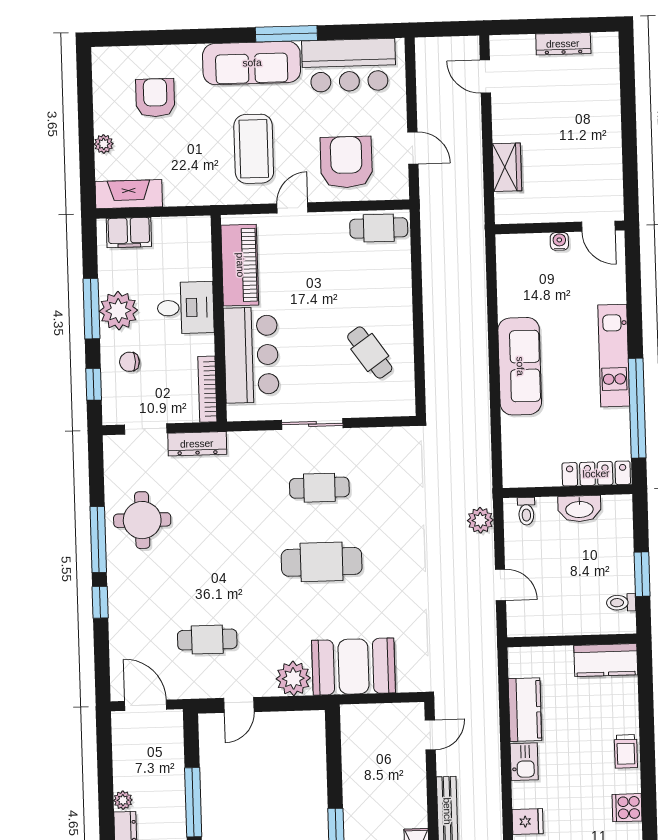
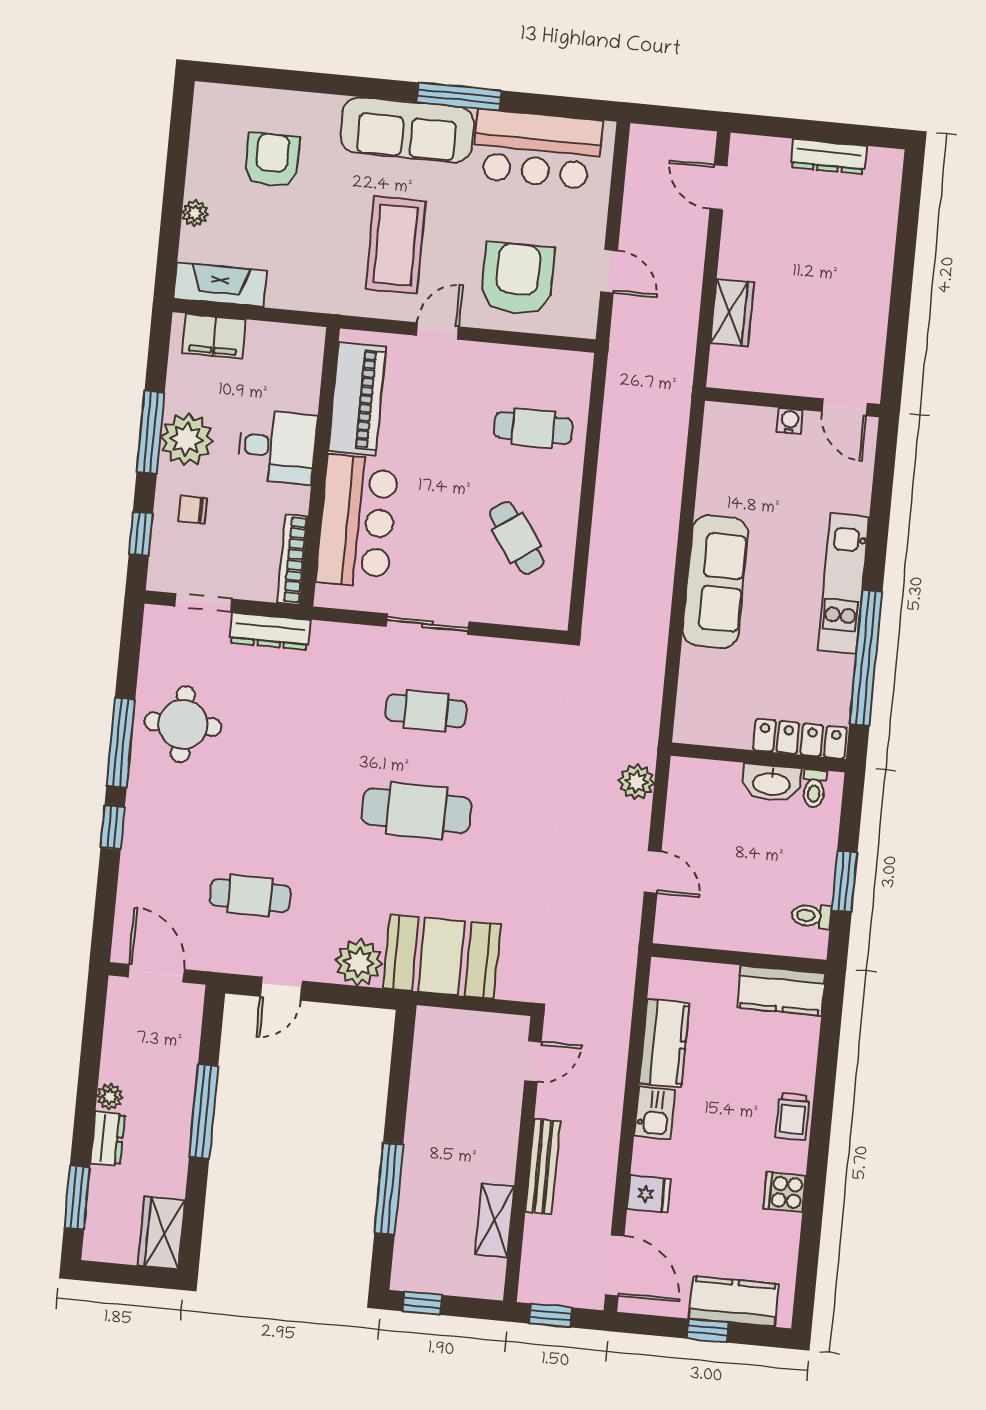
cafe table: (379, 228) -> (533, 428), moved
toilet: (526, 511) -> (814, 788), moved

